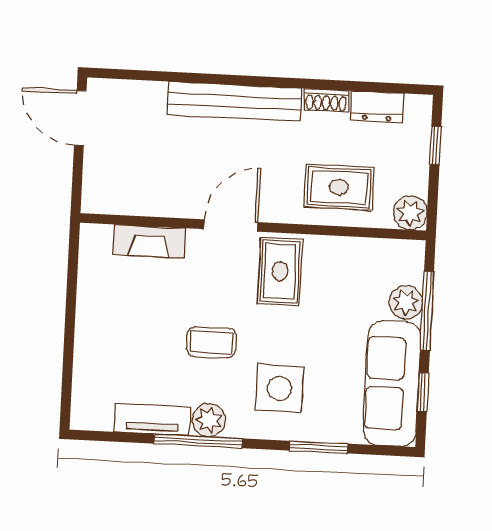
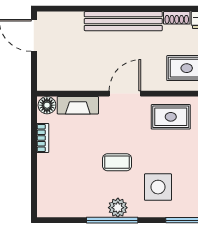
floor lamp: (97, 239) -> (47, 105), added
rug: (280, 271) -> (171, 117), moved, turned 90
bookcase: (86, 294) -> (43, 138), added
tv unit: (152, 419) -> (85, 209), removed

